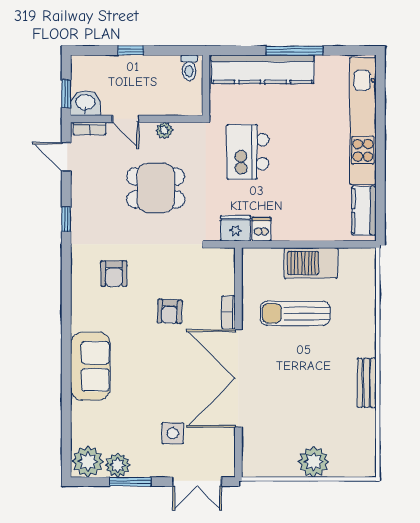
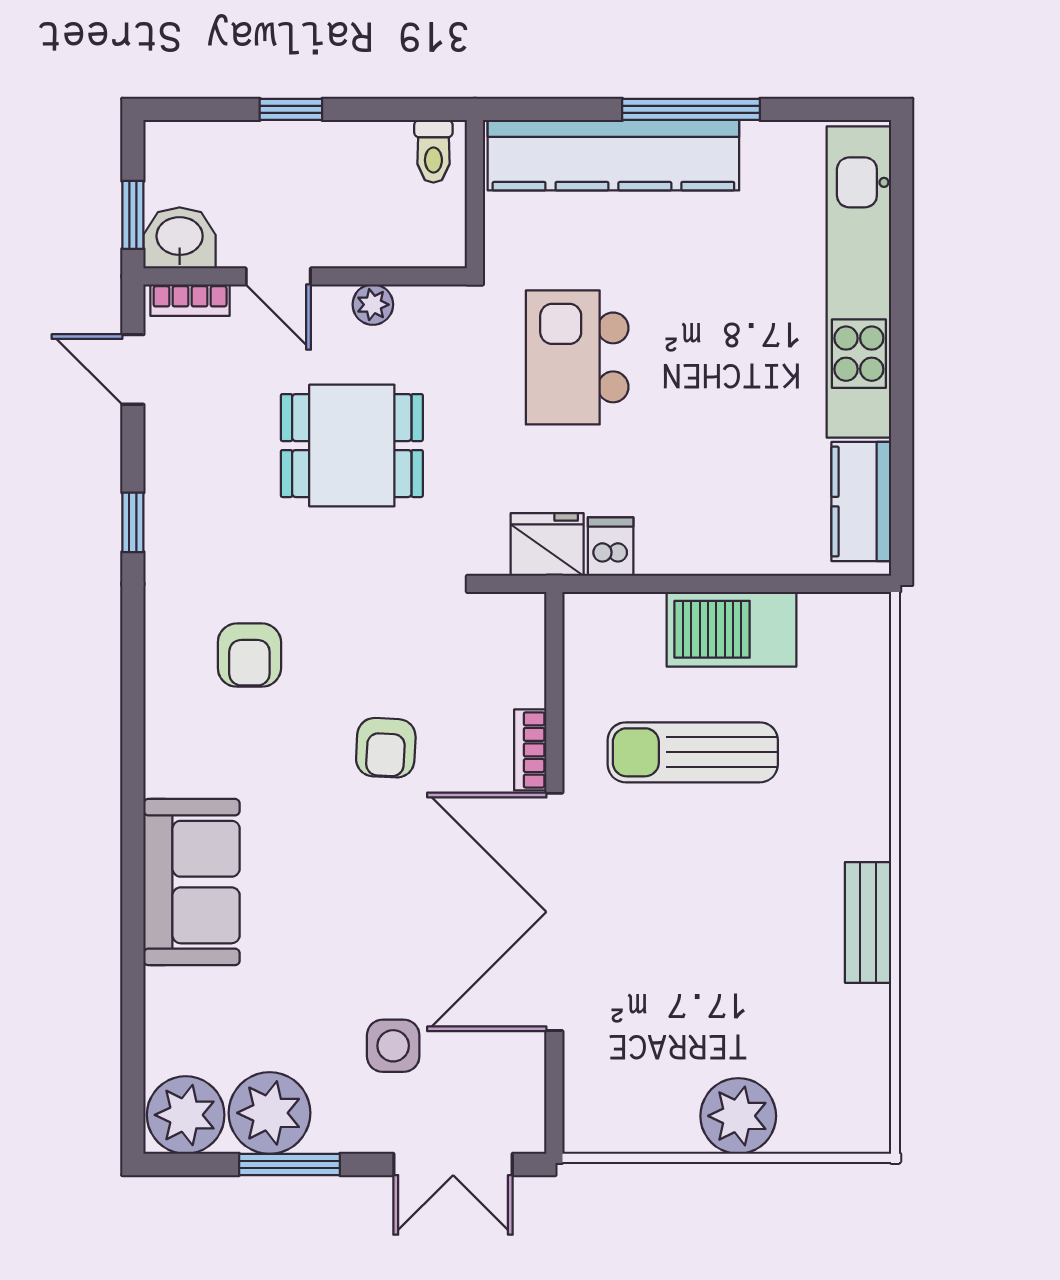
plant: (118, 465) -> (270, 1113), width x1.36, depth x1.36

